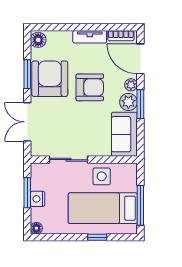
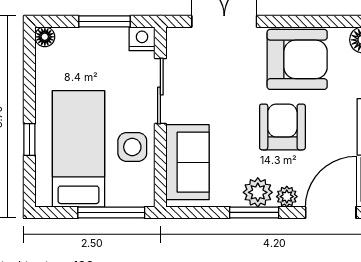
window: (27, 74) -> (305, 21), removed
armchair: (90, 87) -> (282, 127), turned 180
sofa: (124, 134) -> (188, 162), moved, turned 90
nightstand: (38, 199) -> (142, 39), moved
window: (140, 205) -> (111, 212), moved

